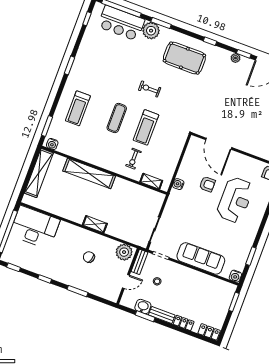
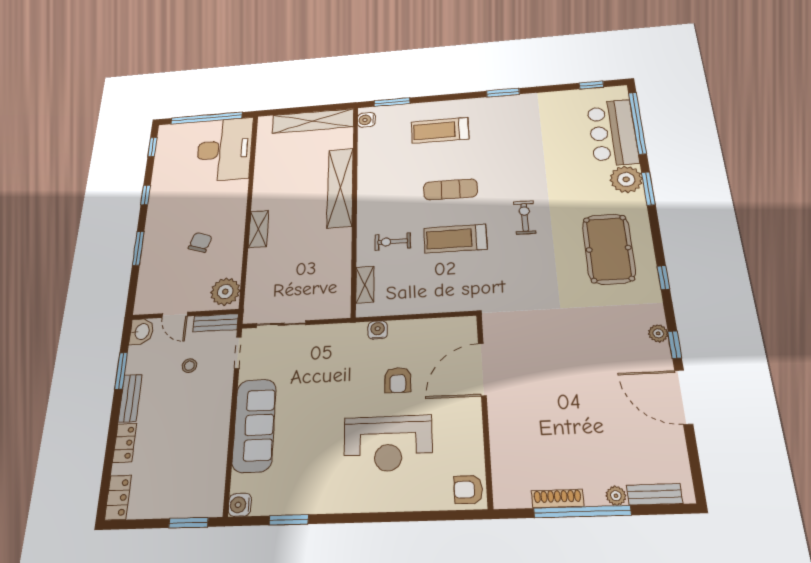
washbasin: (143, 306) -> (141, 332), moved

